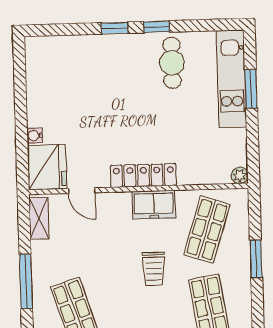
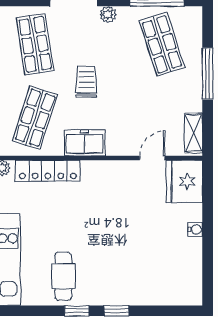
water cooler: (35, 135) -> (195, 229), moved
locker: (143, 175) -> (48, 171), moved
door: (82, 191) -> (152, 158), hinge flipped

